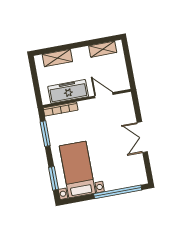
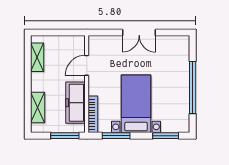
window: (37, 87) -> (65, 136), added
bed with nightstands: (77, 169) -> (136, 104), moved, turned 90
window: (118, 192) -> (193, 87), moved

